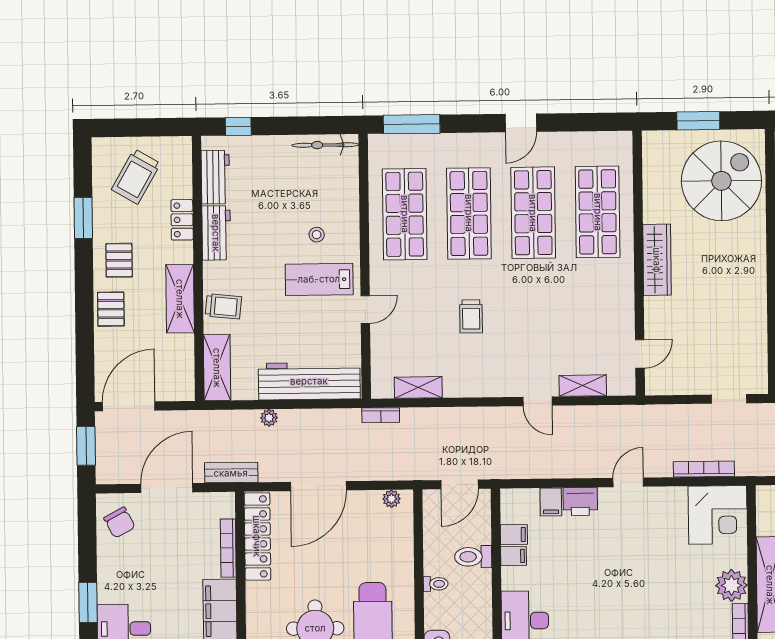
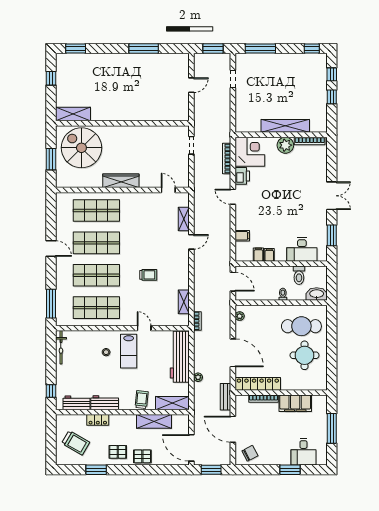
shelving: (180, 299) -> (154, 421), moved
printer: (580, 502) -> (242, 176), moved
toilet: (473, 557) -> (299, 275), moved

